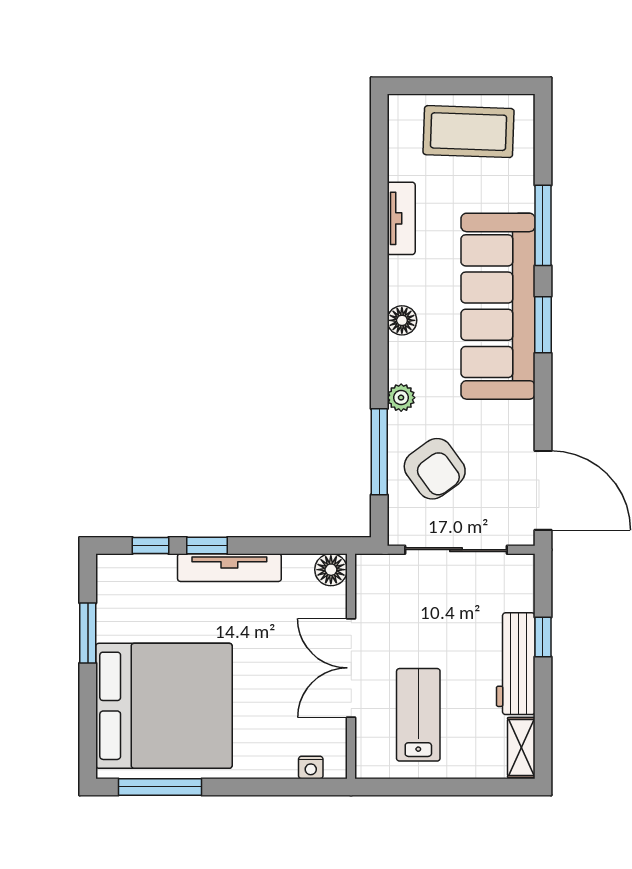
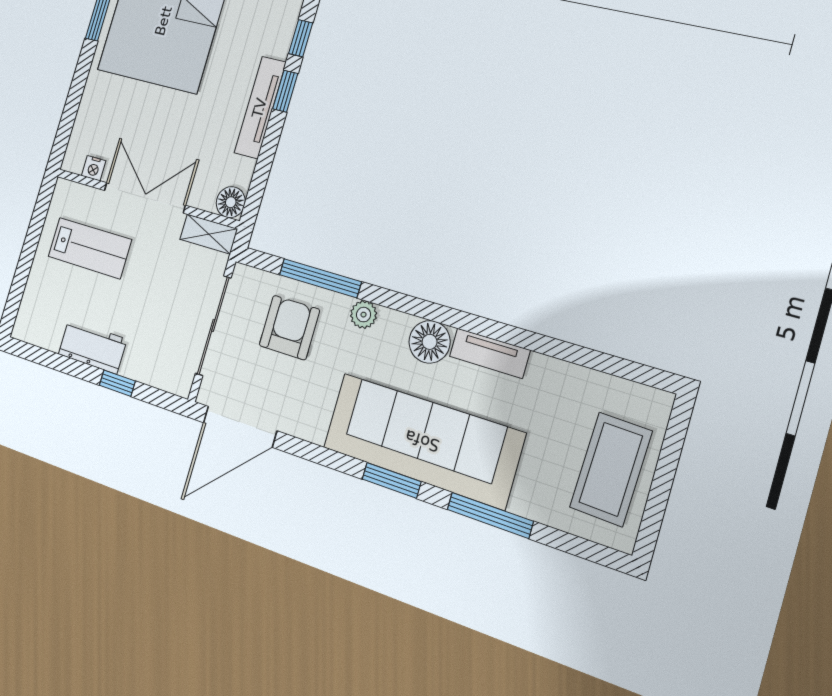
tv unit: (401, 218) -> (490, 353), moved
floor lamp: (402, 320) -> (430, 342), width x1.38, depth x1.38
armchair: (435, 469) -> (289, 328), turned 126
workbench: (516, 664) -> (92, 347), width x0.73
shelving: (521, 748) -> (209, 234), moved
nightstand: (311, 767) -> (94, 168), moved, turned -90

